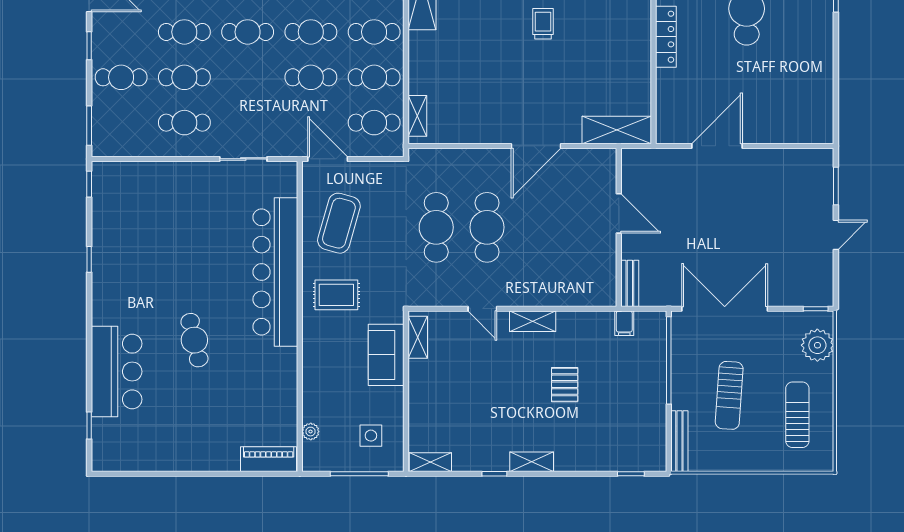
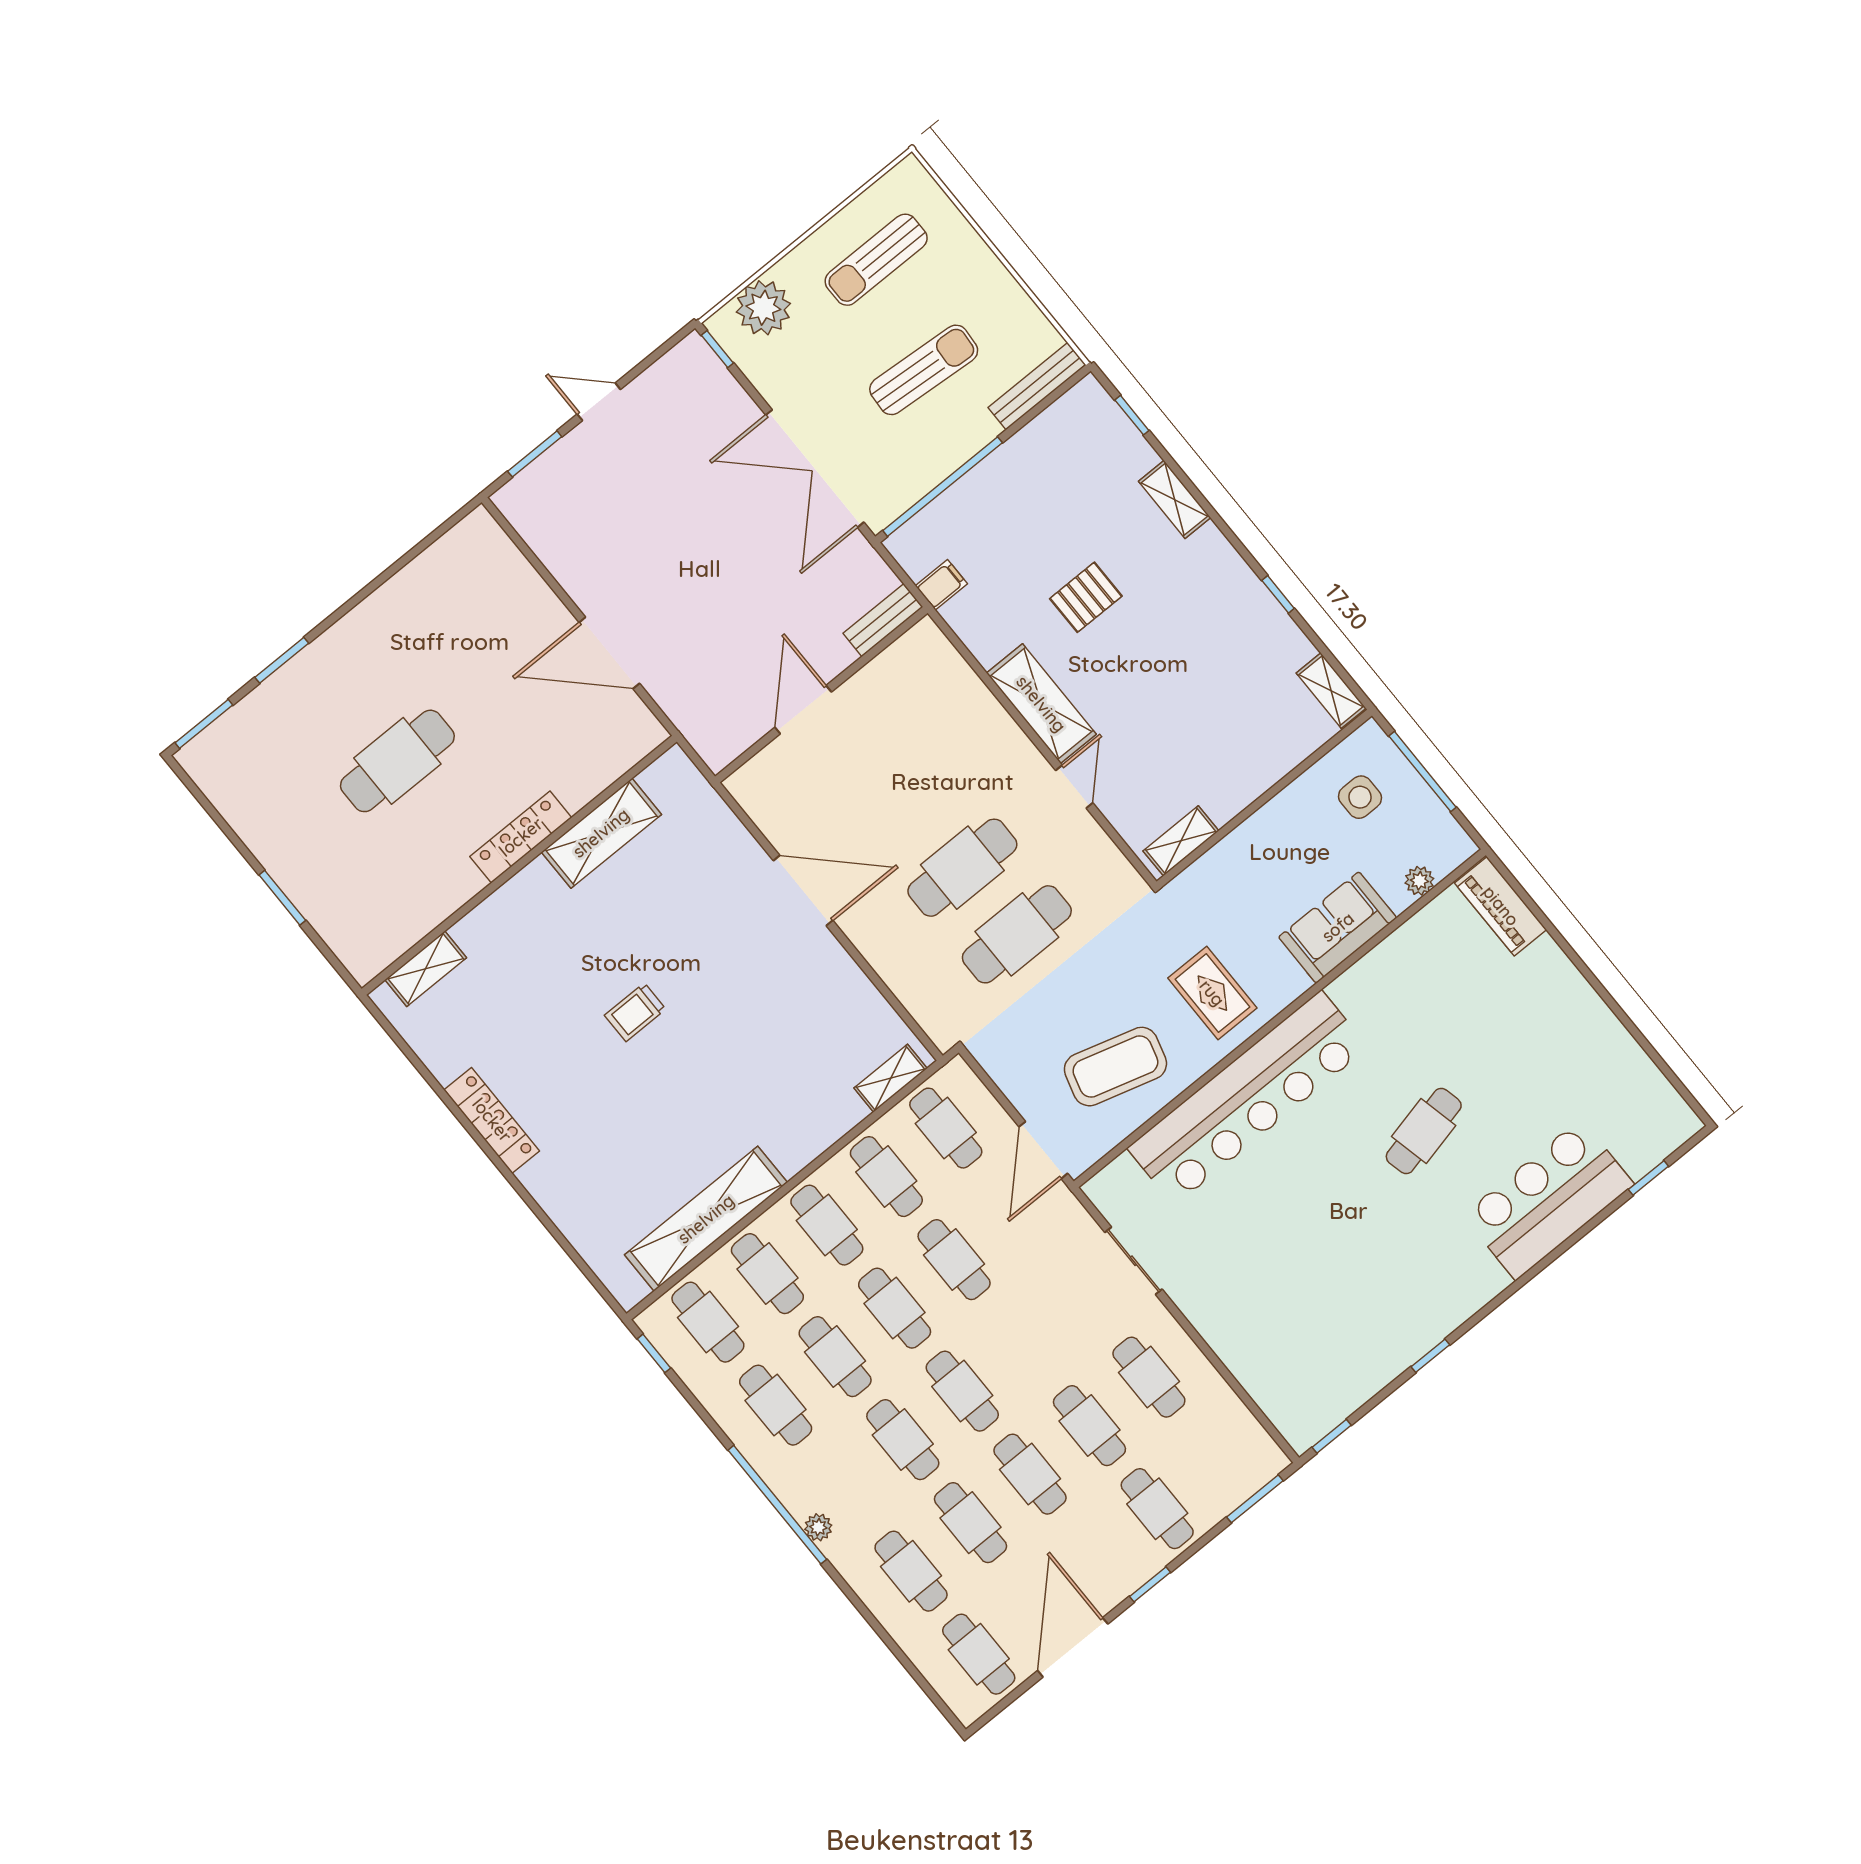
shelving: (617, 130) -> (601, 833), moved, turned 90
shelving: (533, 321) -> (1041, 704), width x1.50, depth x1.33
sofa: (386, 355) -> (1338, 927), moved, turned 180
shelving: (532, 462) -> (1175, 499), moved

